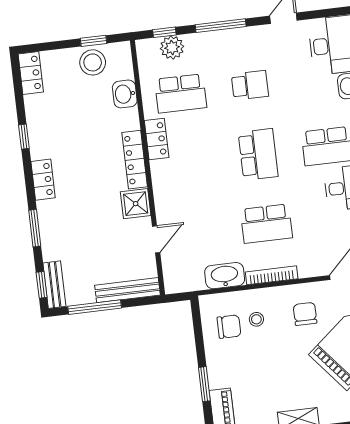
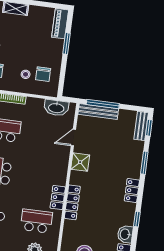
washbasin: (125, 94) -> (125, 234), moved, turned 180
locker: (135, 160) -> (72, 202), moved
washbasin: (225, 276) -> (56, 108), moved
window: (95, 307) -> (103, 104), moved
chair: (229, 327) -> (43, 74), turned -90

